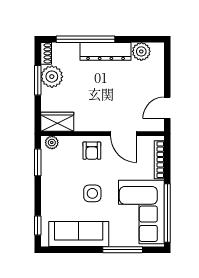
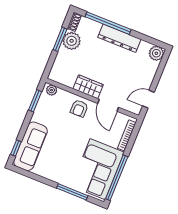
plant: (141, 51) -> (156, 53), moved
wardrobe: (57, 122) -> (88, 87), moved
side table: (92, 193) -> (67, 140), removed
sofa: (79, 234) -> (30, 146), moved, turned 90

